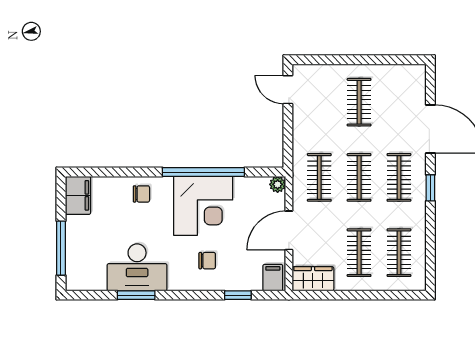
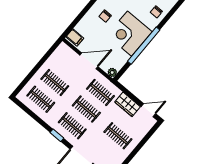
door: (289, 230) -> (89, 61), hinge flipped
wardrobe: (313, 279) -> (127, 104), moved, turned 90
window: (238, 295) -> (80, 17), removed

